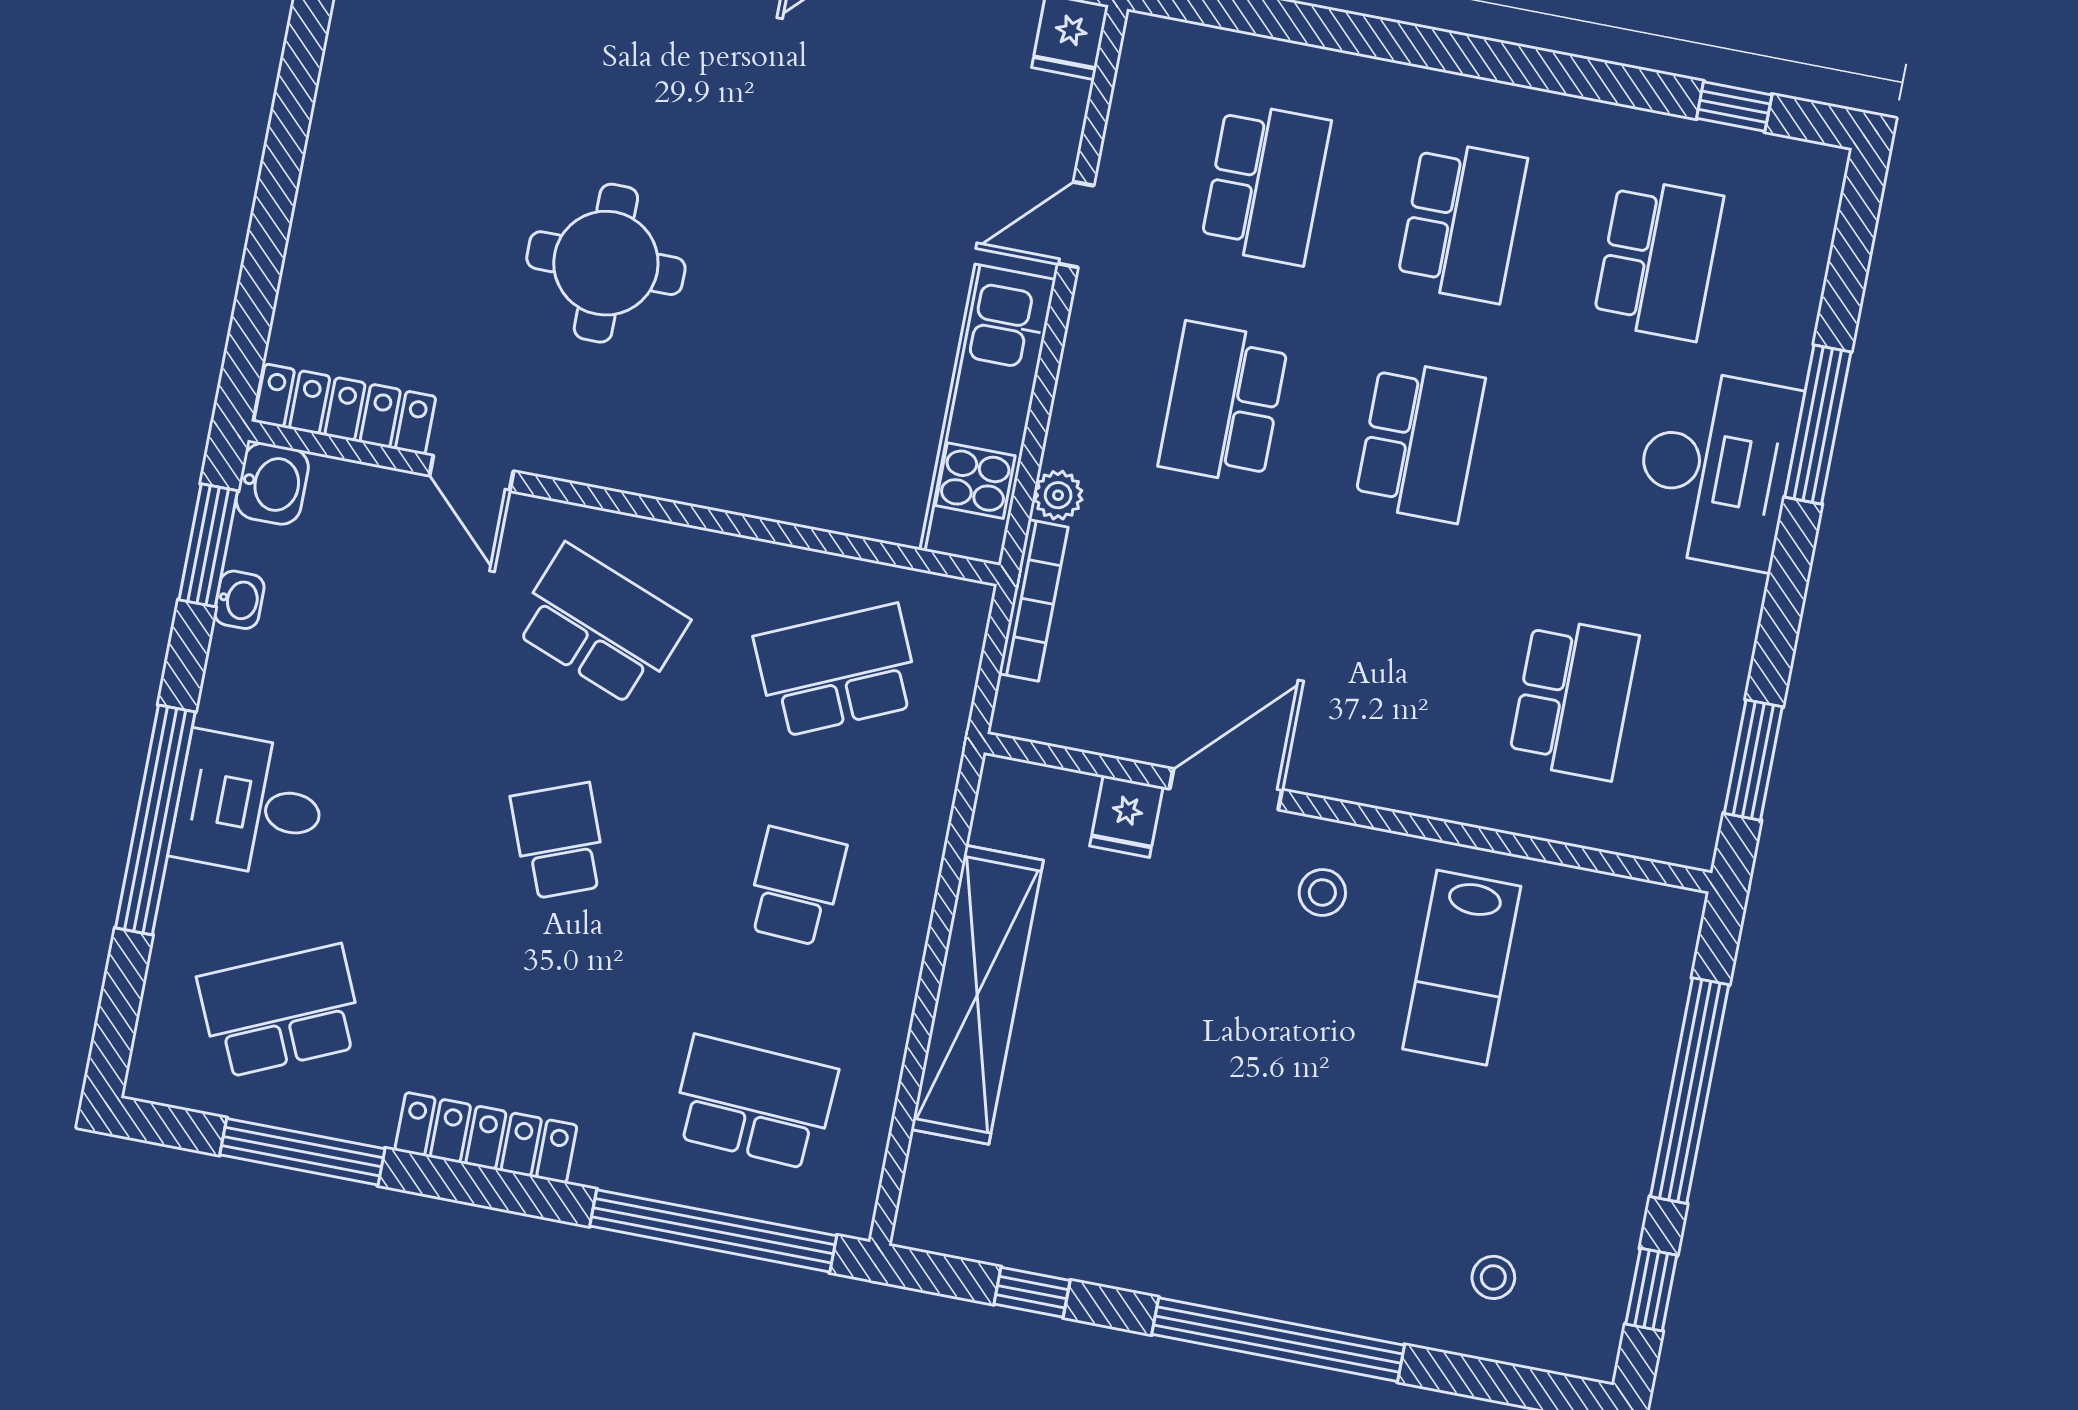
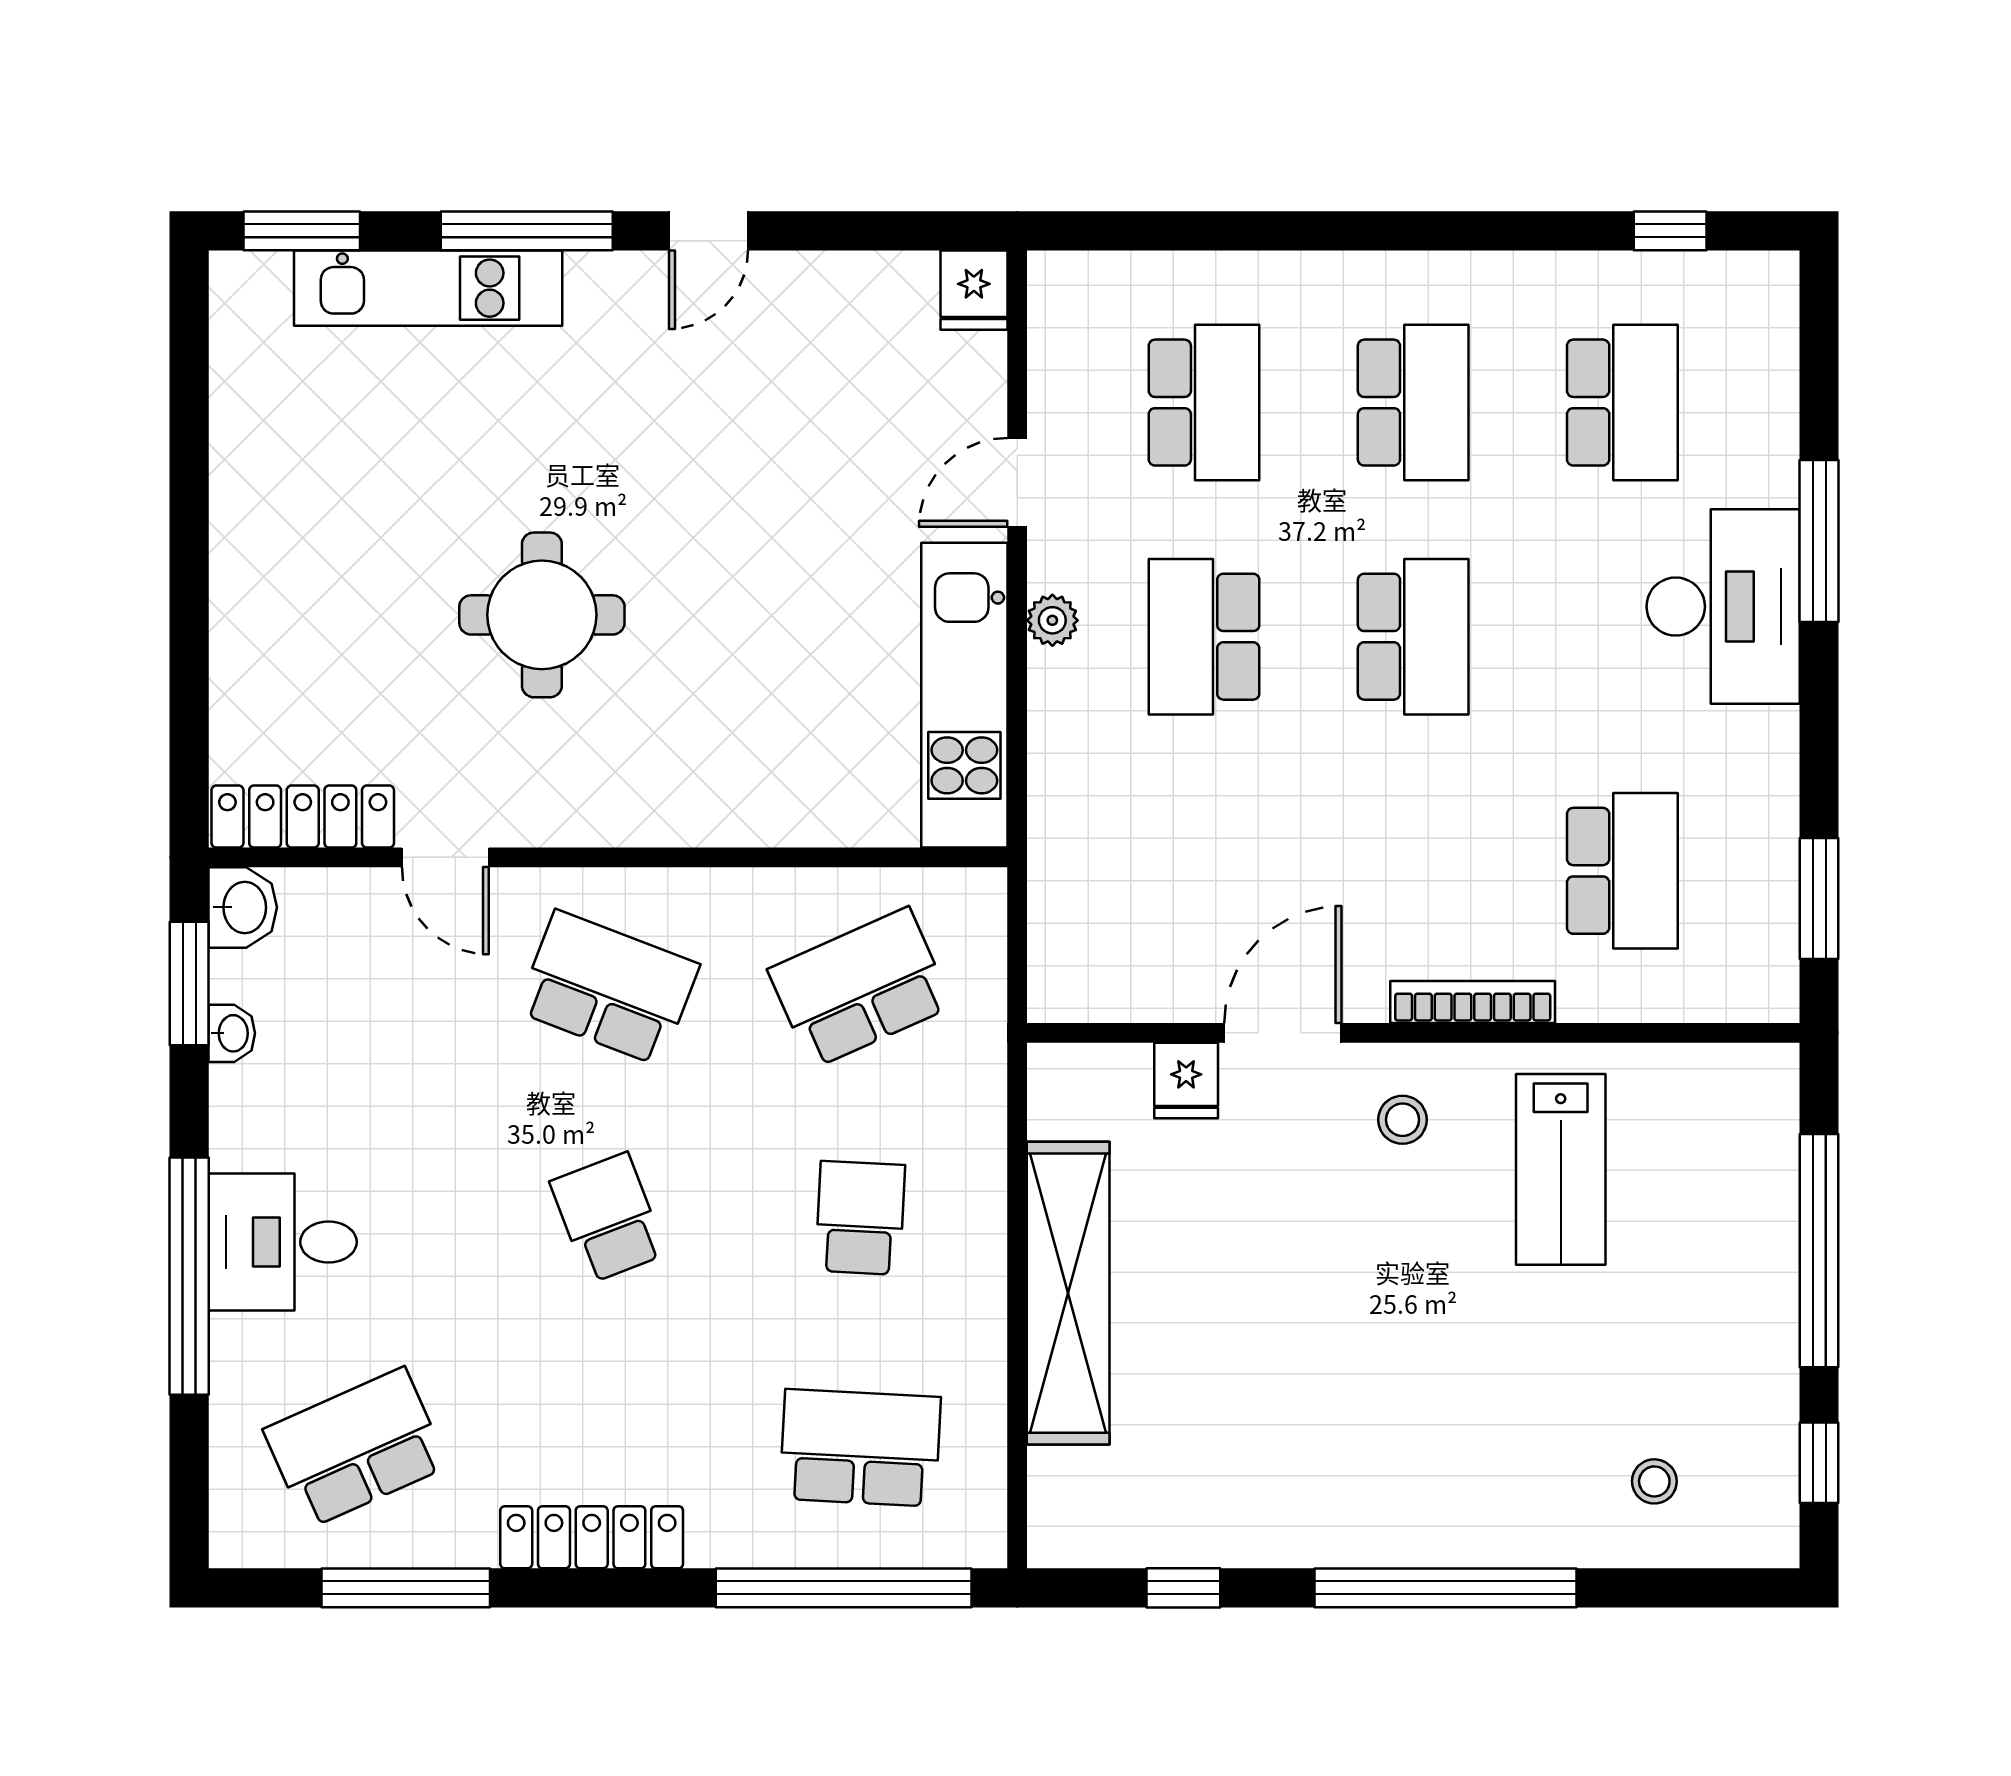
plant: (1058, 495) -> (1052, 620), moved
bookcase: (1033, 600) -> (1473, 1002), moved, turned -90

